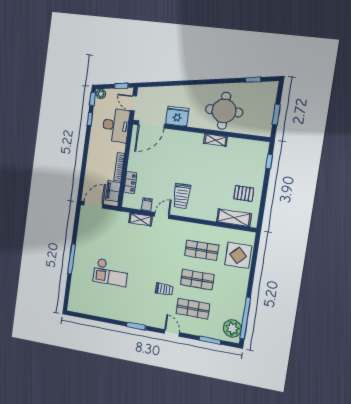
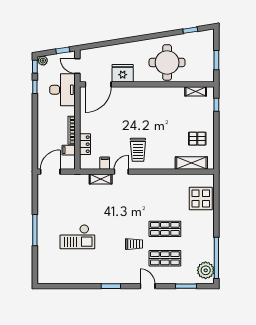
shelving: (215, 140) -> (196, 91), moved
filing cabinet: (113, 191) -> (69, 150), width x0.50
shop shelf: (201, 250) -> (165, 200), removed

